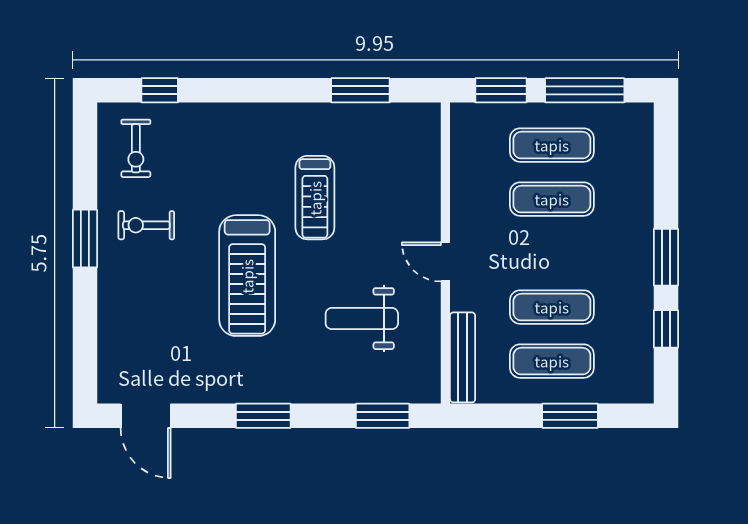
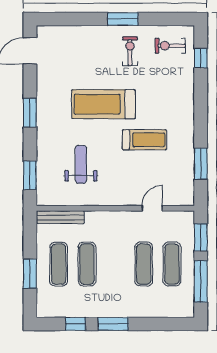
treadmill: (315, 198) -> (144, 140), turned 180
door: (445, 262) -> (152, 208), moved

